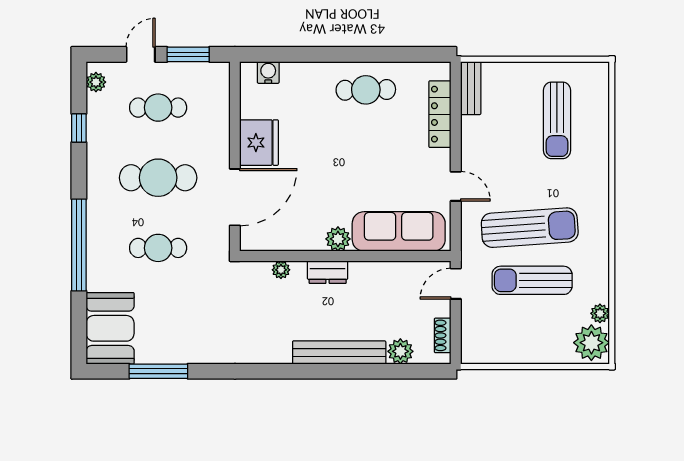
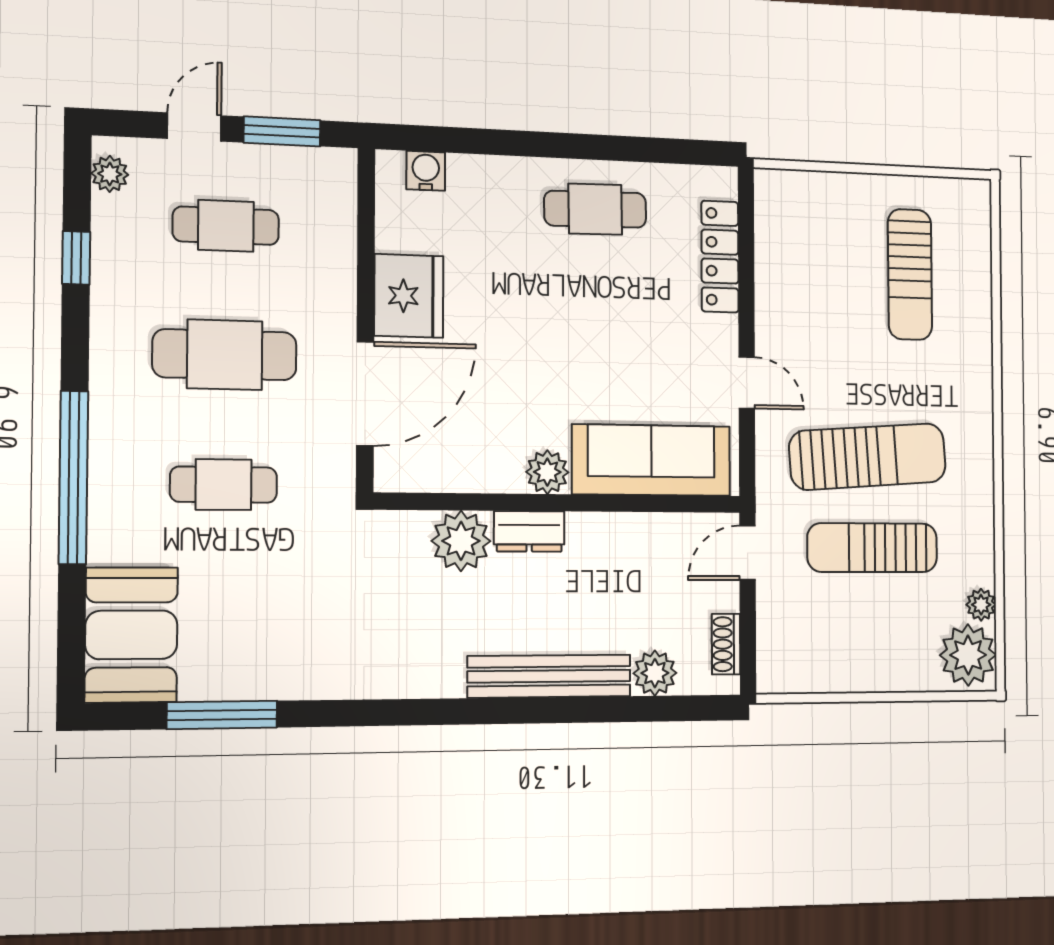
bench: (471, 88) -> (770, 214), removed
plant: (281, 270) -> (461, 541), width x1.87, depth x1.87

